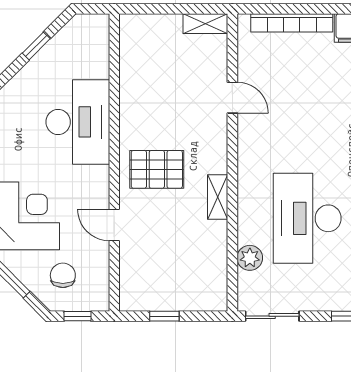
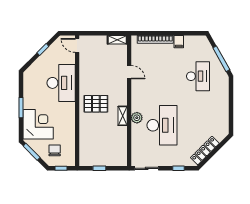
desk: (307, 218) -> (162, 125), turned 180
door: (114, 225) -> (77, 45), moved
plant: (250, 258) -> (137, 118), moved

